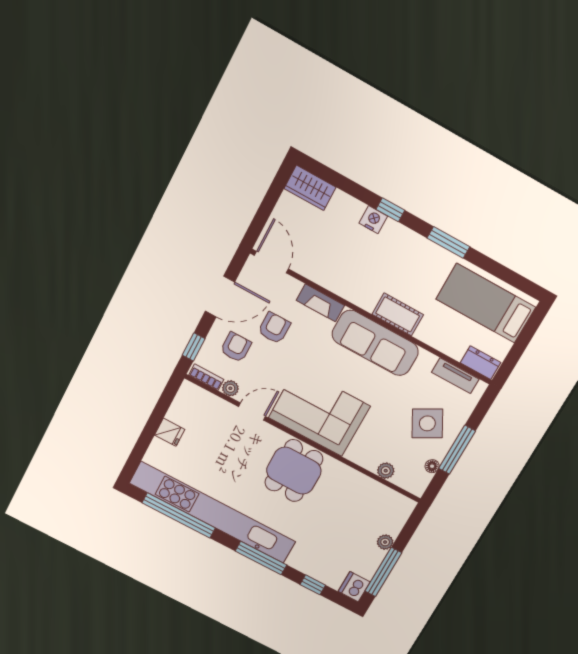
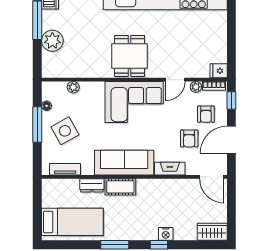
dresser: (481, 363) -> (92, 185), moved
fridge: (170, 432) -> (219, 71), moved
plant: (385, 542) -> (52, 41), width x1.87, depth x1.87

